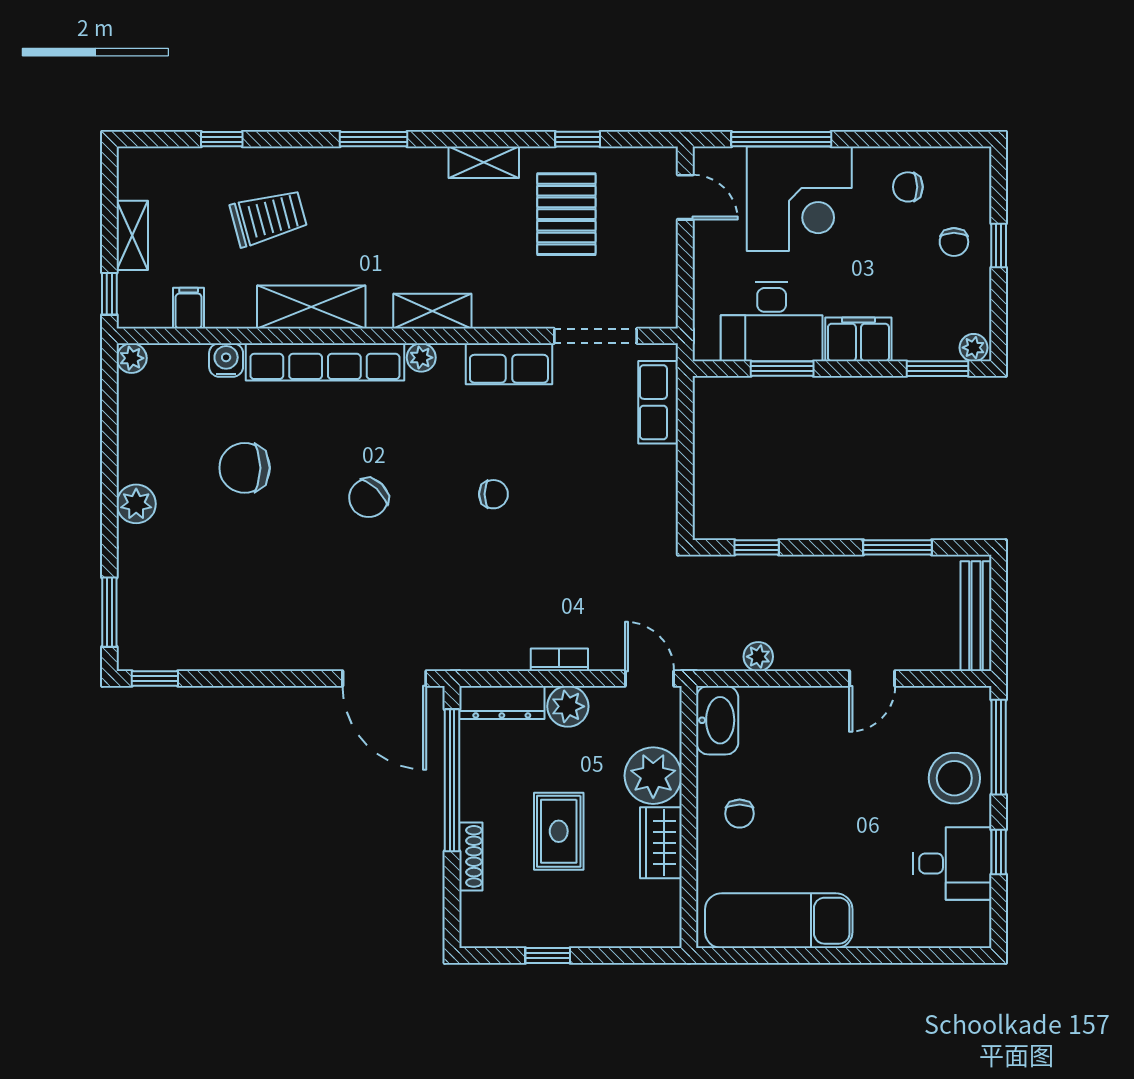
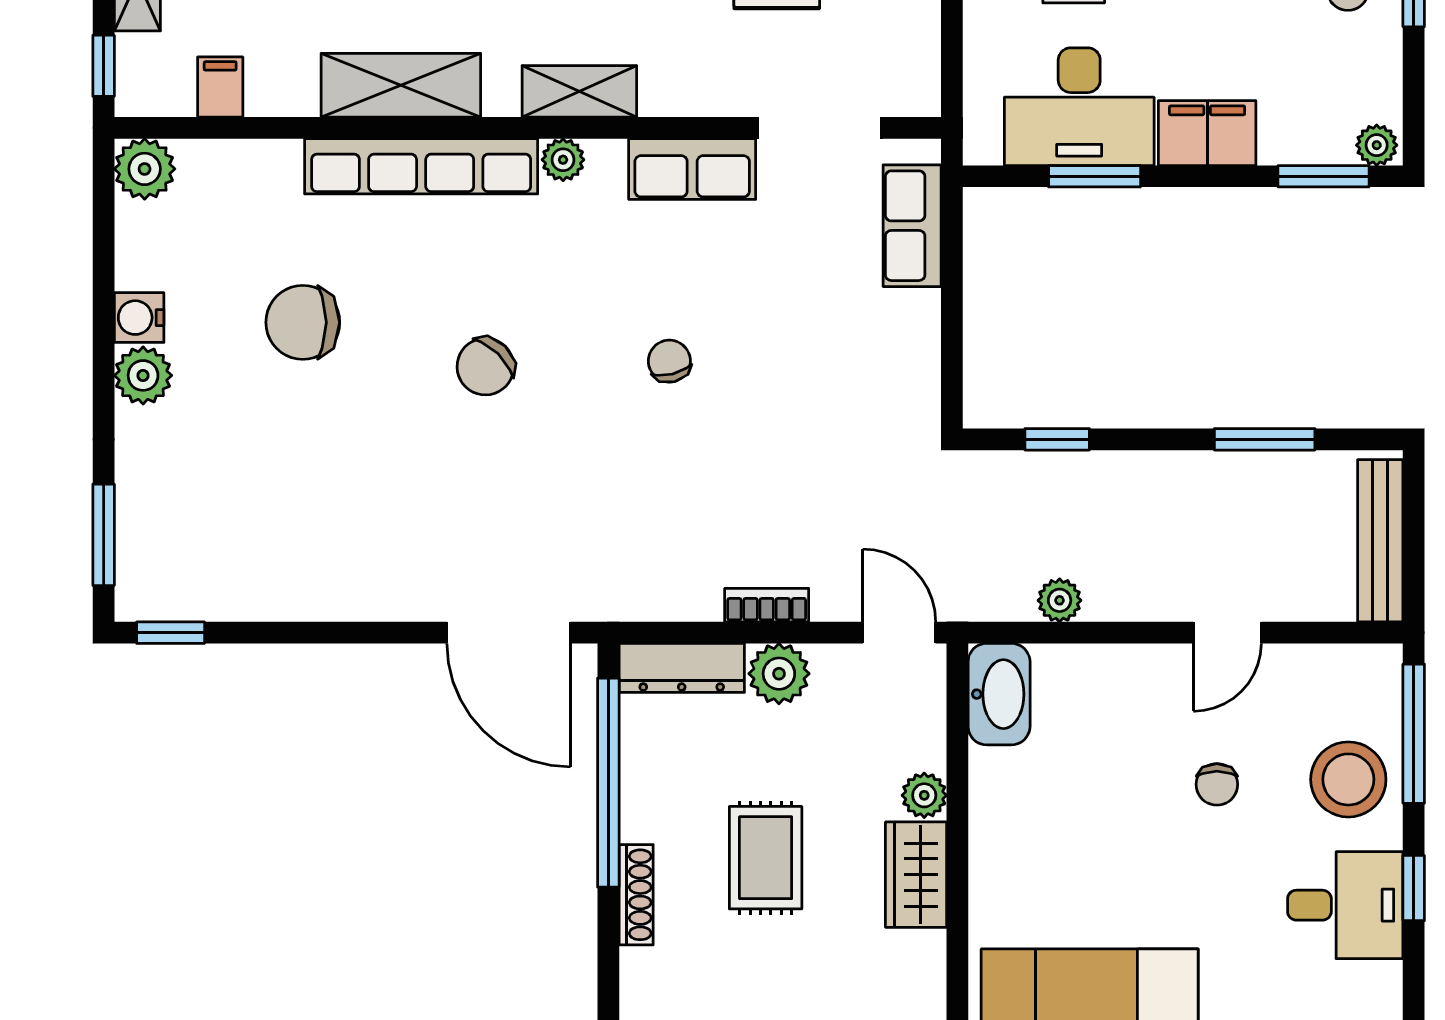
plant: (132, 358) -> (145, 169), width x1.38, depth x1.38
water cooler: (226, 360) -> (139, 318), moved, turned -90
chair: (493, 494) -> (669, 361), turned -104
plant: (653, 776) -> (924, 795), width x0.53, depth x0.53
chair: (740, 814) -> (1217, 784), moved

